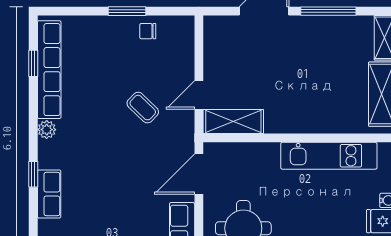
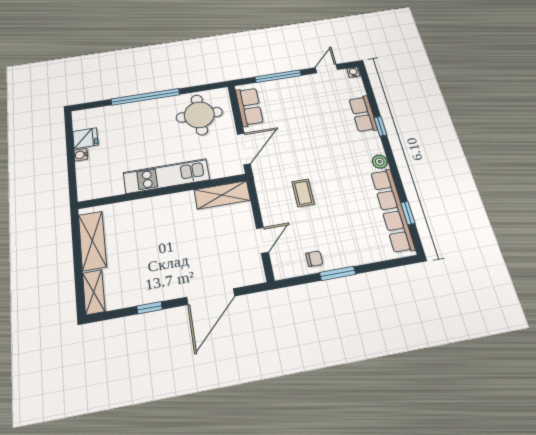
window: (328, 11) -> (150, 308), width x0.46
door: (199, 95) -> (262, 240), moved
coffee table: (143, 108) -> (303, 193), turned 46
kitchen unit: (329, 156) -> (166, 176), moved

